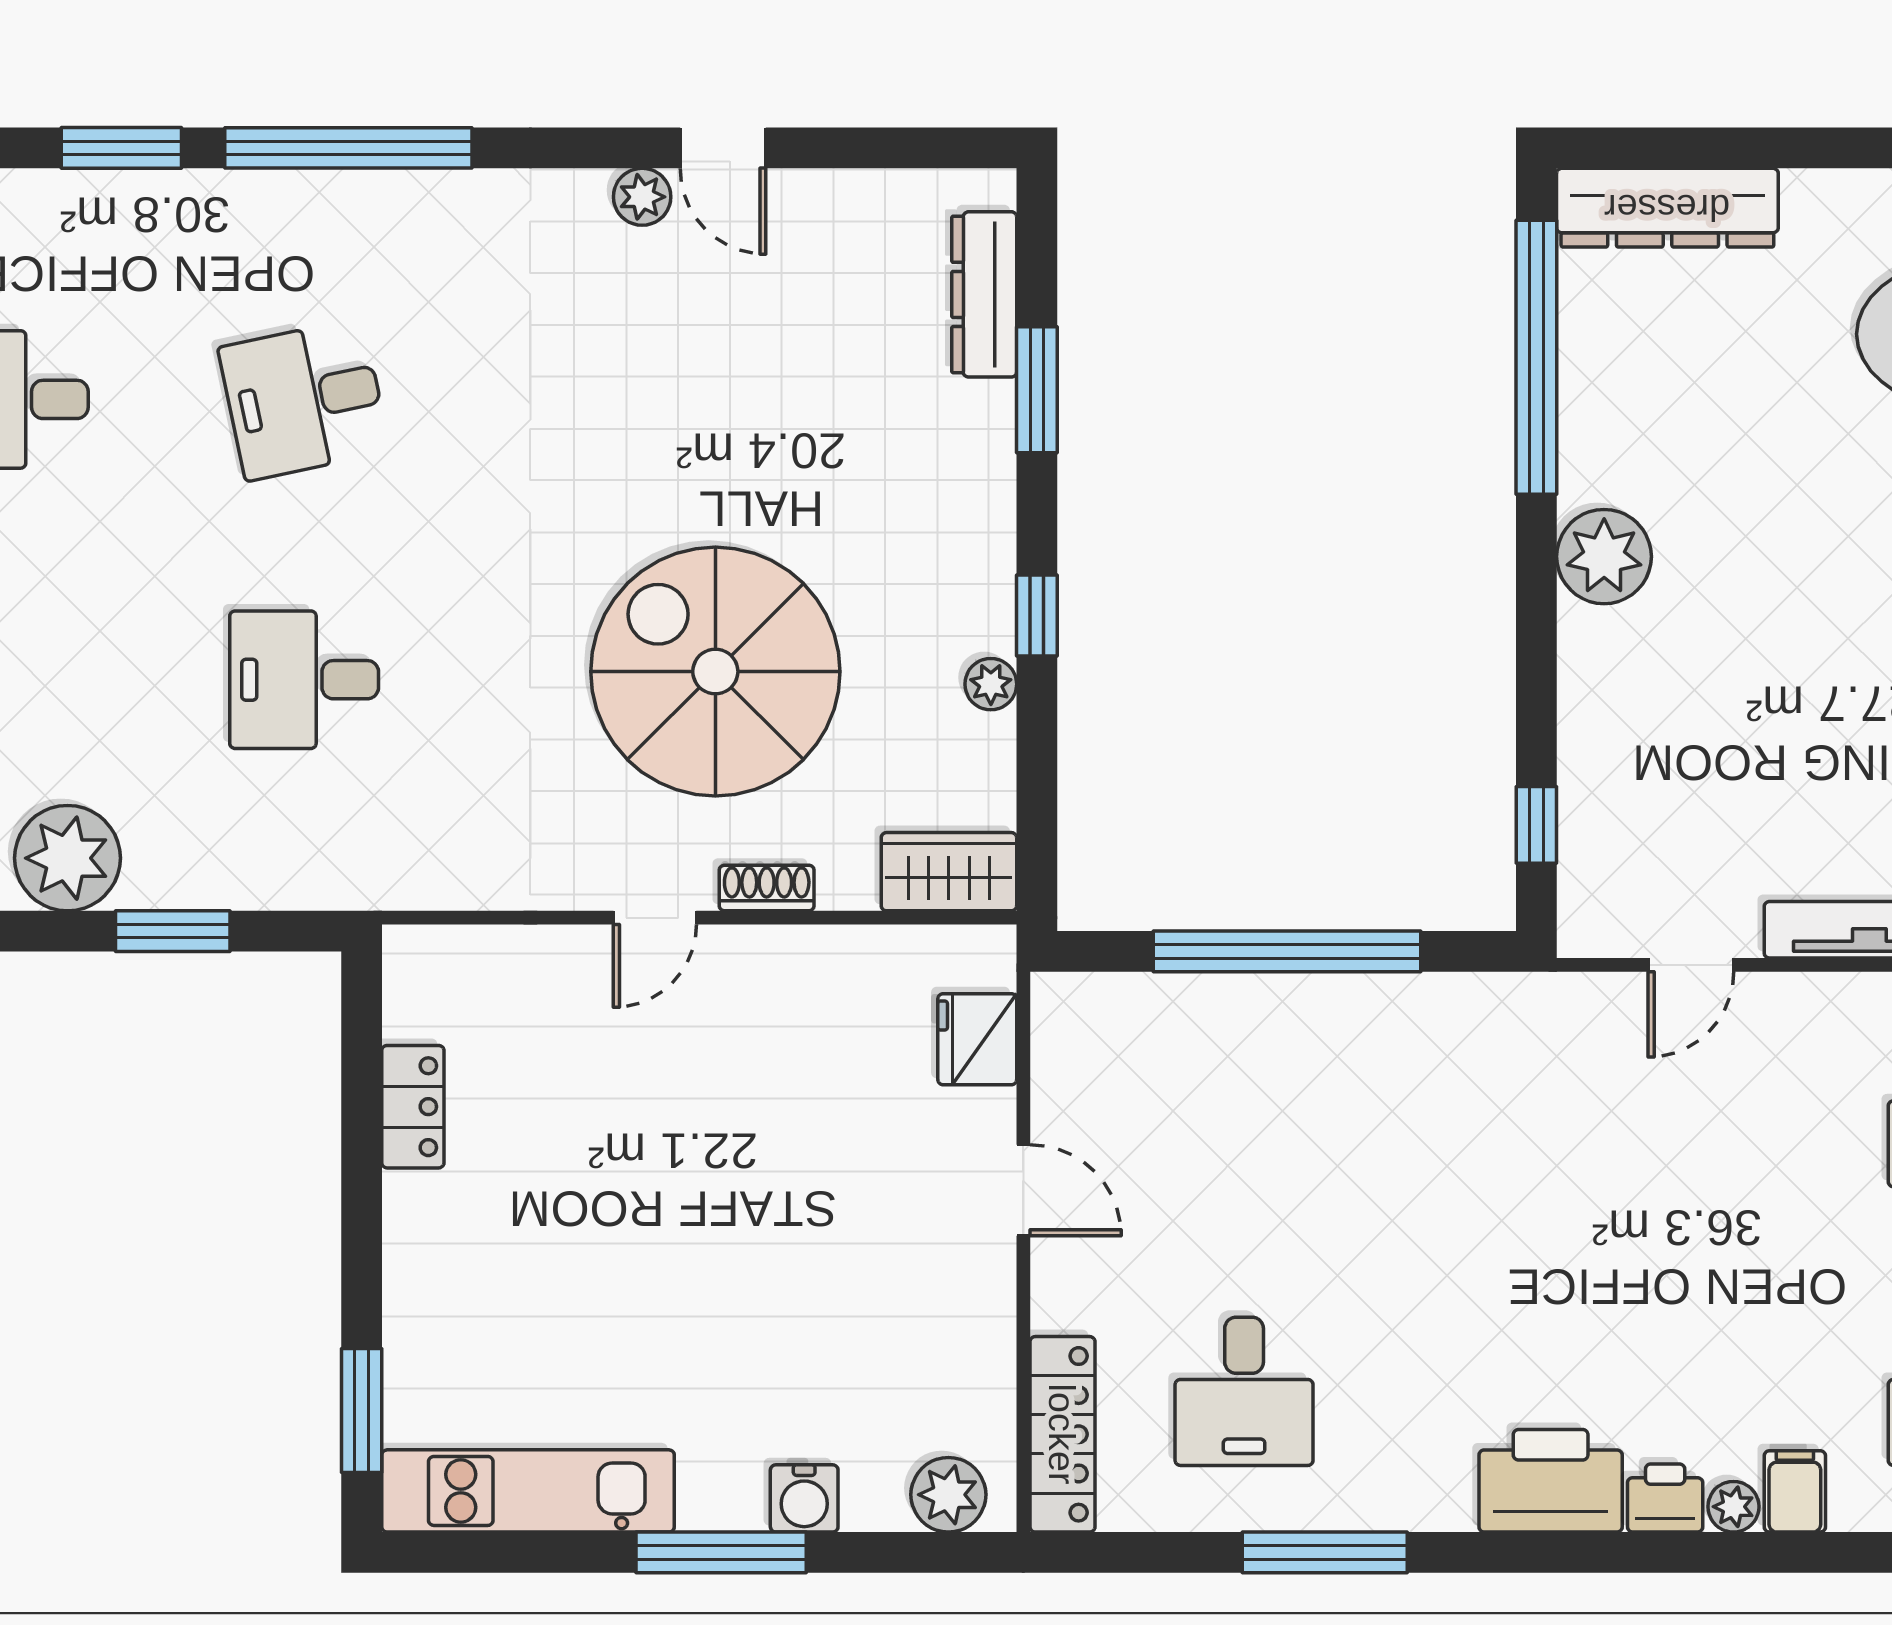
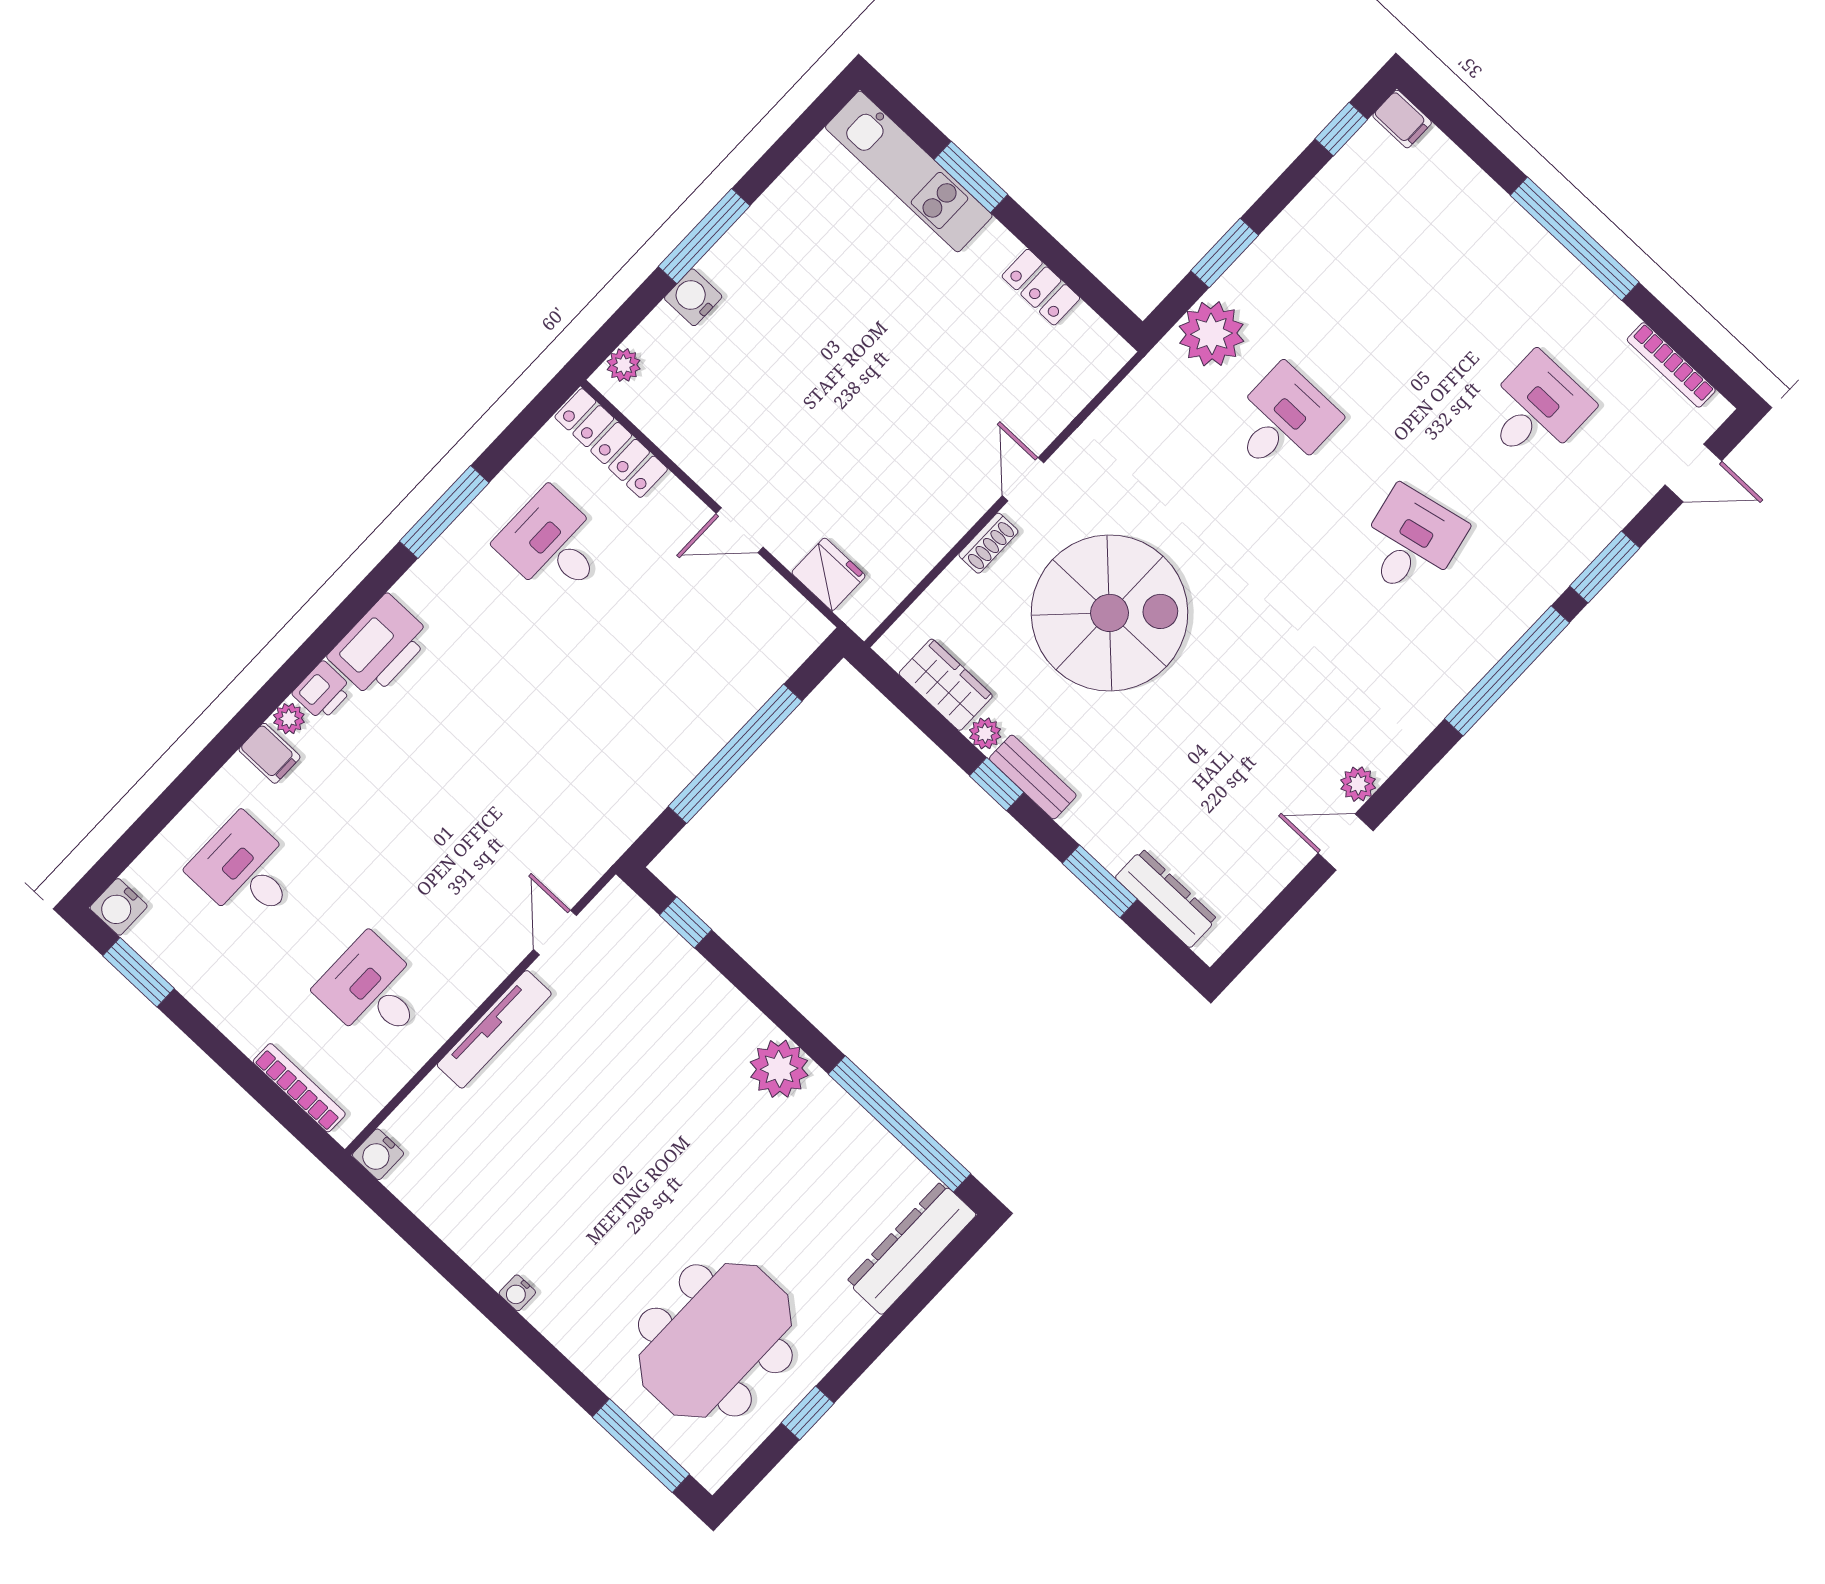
bench: (989, 581) -> (1033, 777), added
plant: (68, 858) -> (1211, 334), moved
wardrobe: (949, 872) -> (946, 685), moved, turned -90
window: (362, 1411) -> (971, 177), moved
kitchen unit: (528, 1491) -> (909, 171), moved, turned 90
plant: (948, 1495) -> (624, 365), width x0.73, depth x0.73

